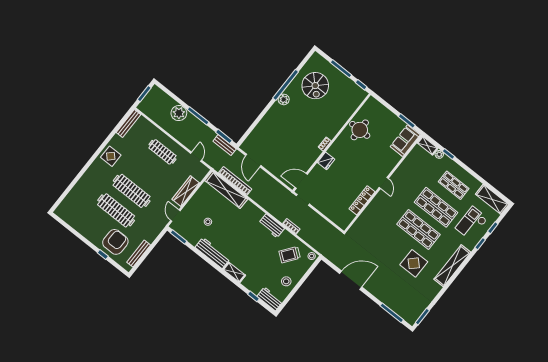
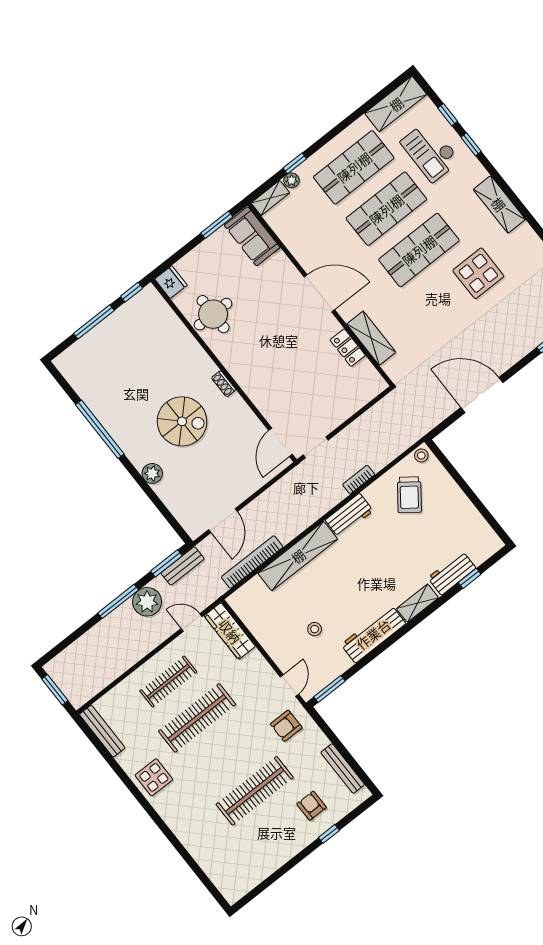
spiral stairs: (315, 86) -> (182, 421), moved
plant: (284, 99) -> (152, 473), moved
plant: (179, 113) -> (147, 602), moved
door: (253, 161) -> (223, 521), hinge flipped
fridge: (326, 161) -> (171, 282), moved
door: (384, 183) -> (319, 293), width x1.88
shop shelf: (454, 185) -> (354, 167), width x1.43, depth x1.36
shelving: (226, 190) -> (298, 556), moved
clothes rail: (132, 191) -> (197, 718), moved
wardrobe: (186, 191) -> (230, 631), moved
locker: (362, 200) -> (348, 348), width x0.66
shelving: (367, 215) -> (371, 338), added
door: (175, 216) -> (289, 685), swing flipped
armchair: (154, 219) -> (286, 726), added
armchair: (115, 242) -> (312, 806), width x0.53, depth x0.53
shelving: (452, 266) -> (499, 204), width x0.68
door: (351, 280) -> (482, 395), hinge flipped
stool: (286, 281) -> (456, 513), removed
workbench: (270, 299) -> (452, 573), moved

